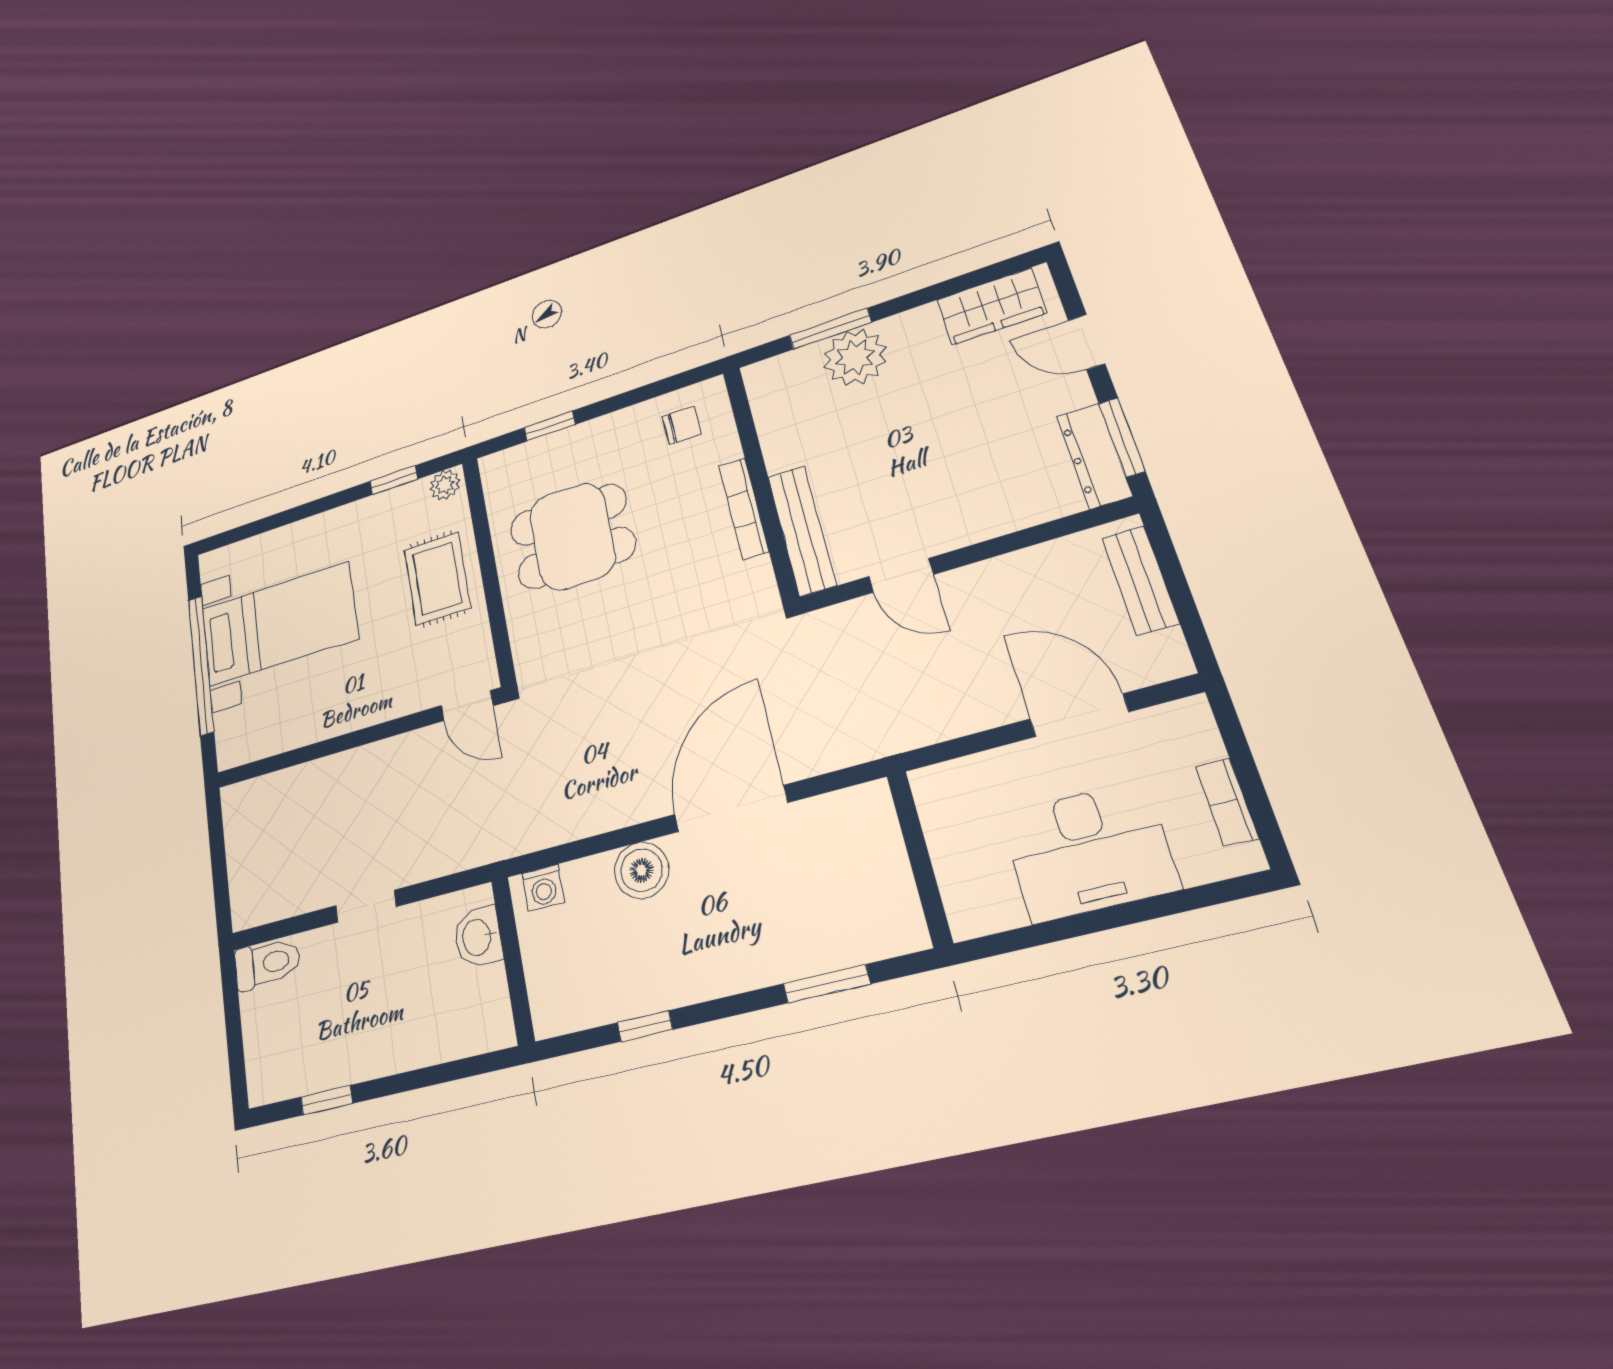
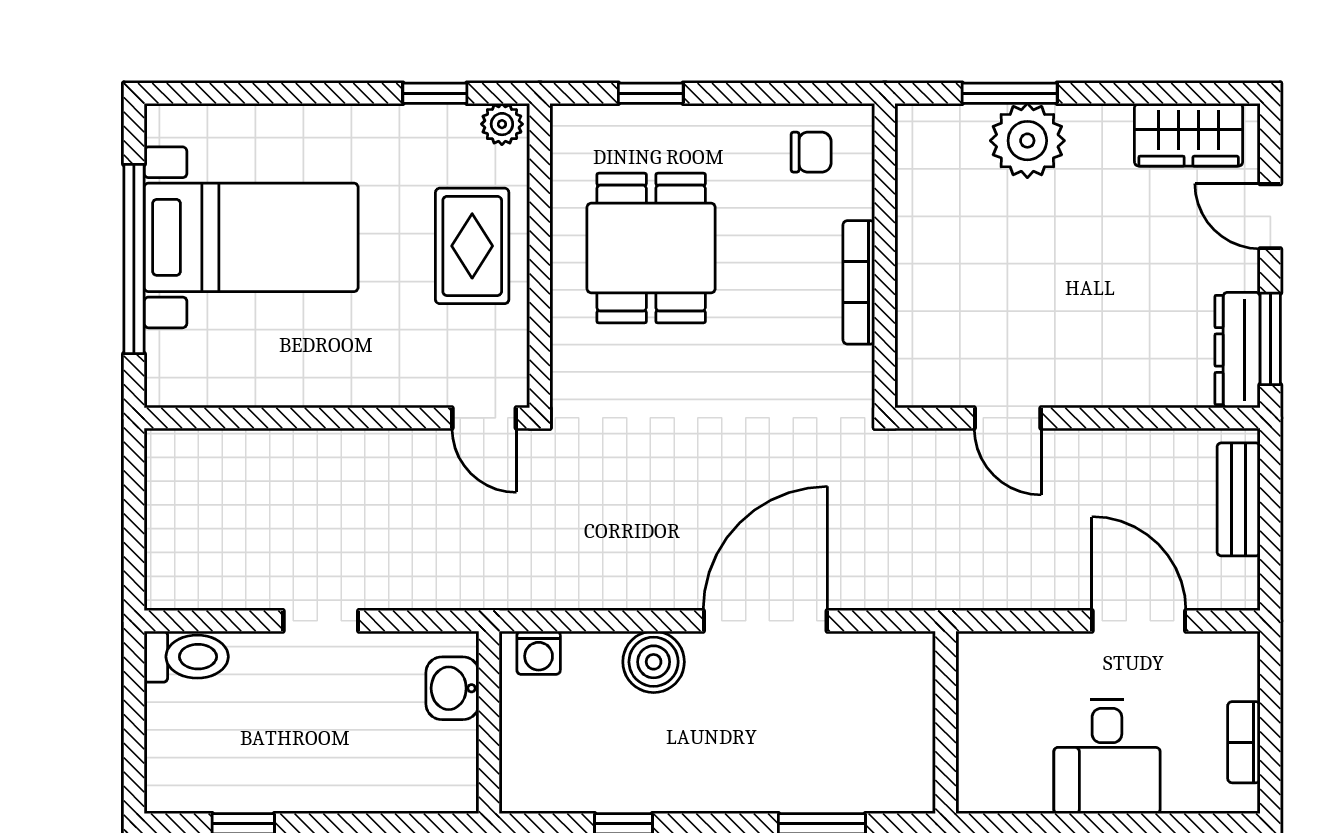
bench: (802, 531) -> (916, 331), removed
dining table: (572, 536) -> (651, 248), turned 90
desk: (1089, 851) -> (1107, 756), width x0.73

